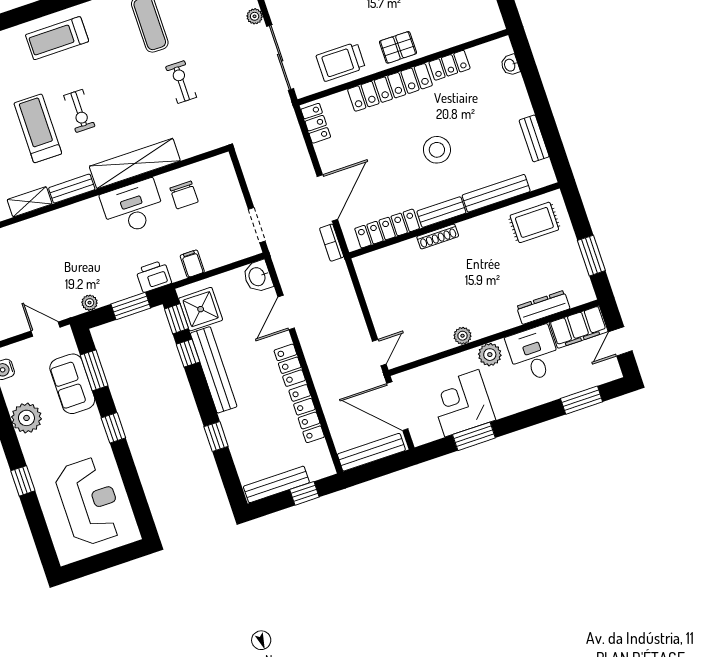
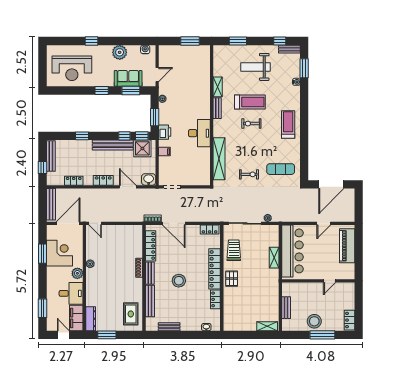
shelving: (135, 164) -> (219, 159), moved
chair: (184, 195) -> (197, 158), removed
dresser: (543, 307) -> (91, 319), moved
locker: (307, 414) -> (74, 181), width x0.66

